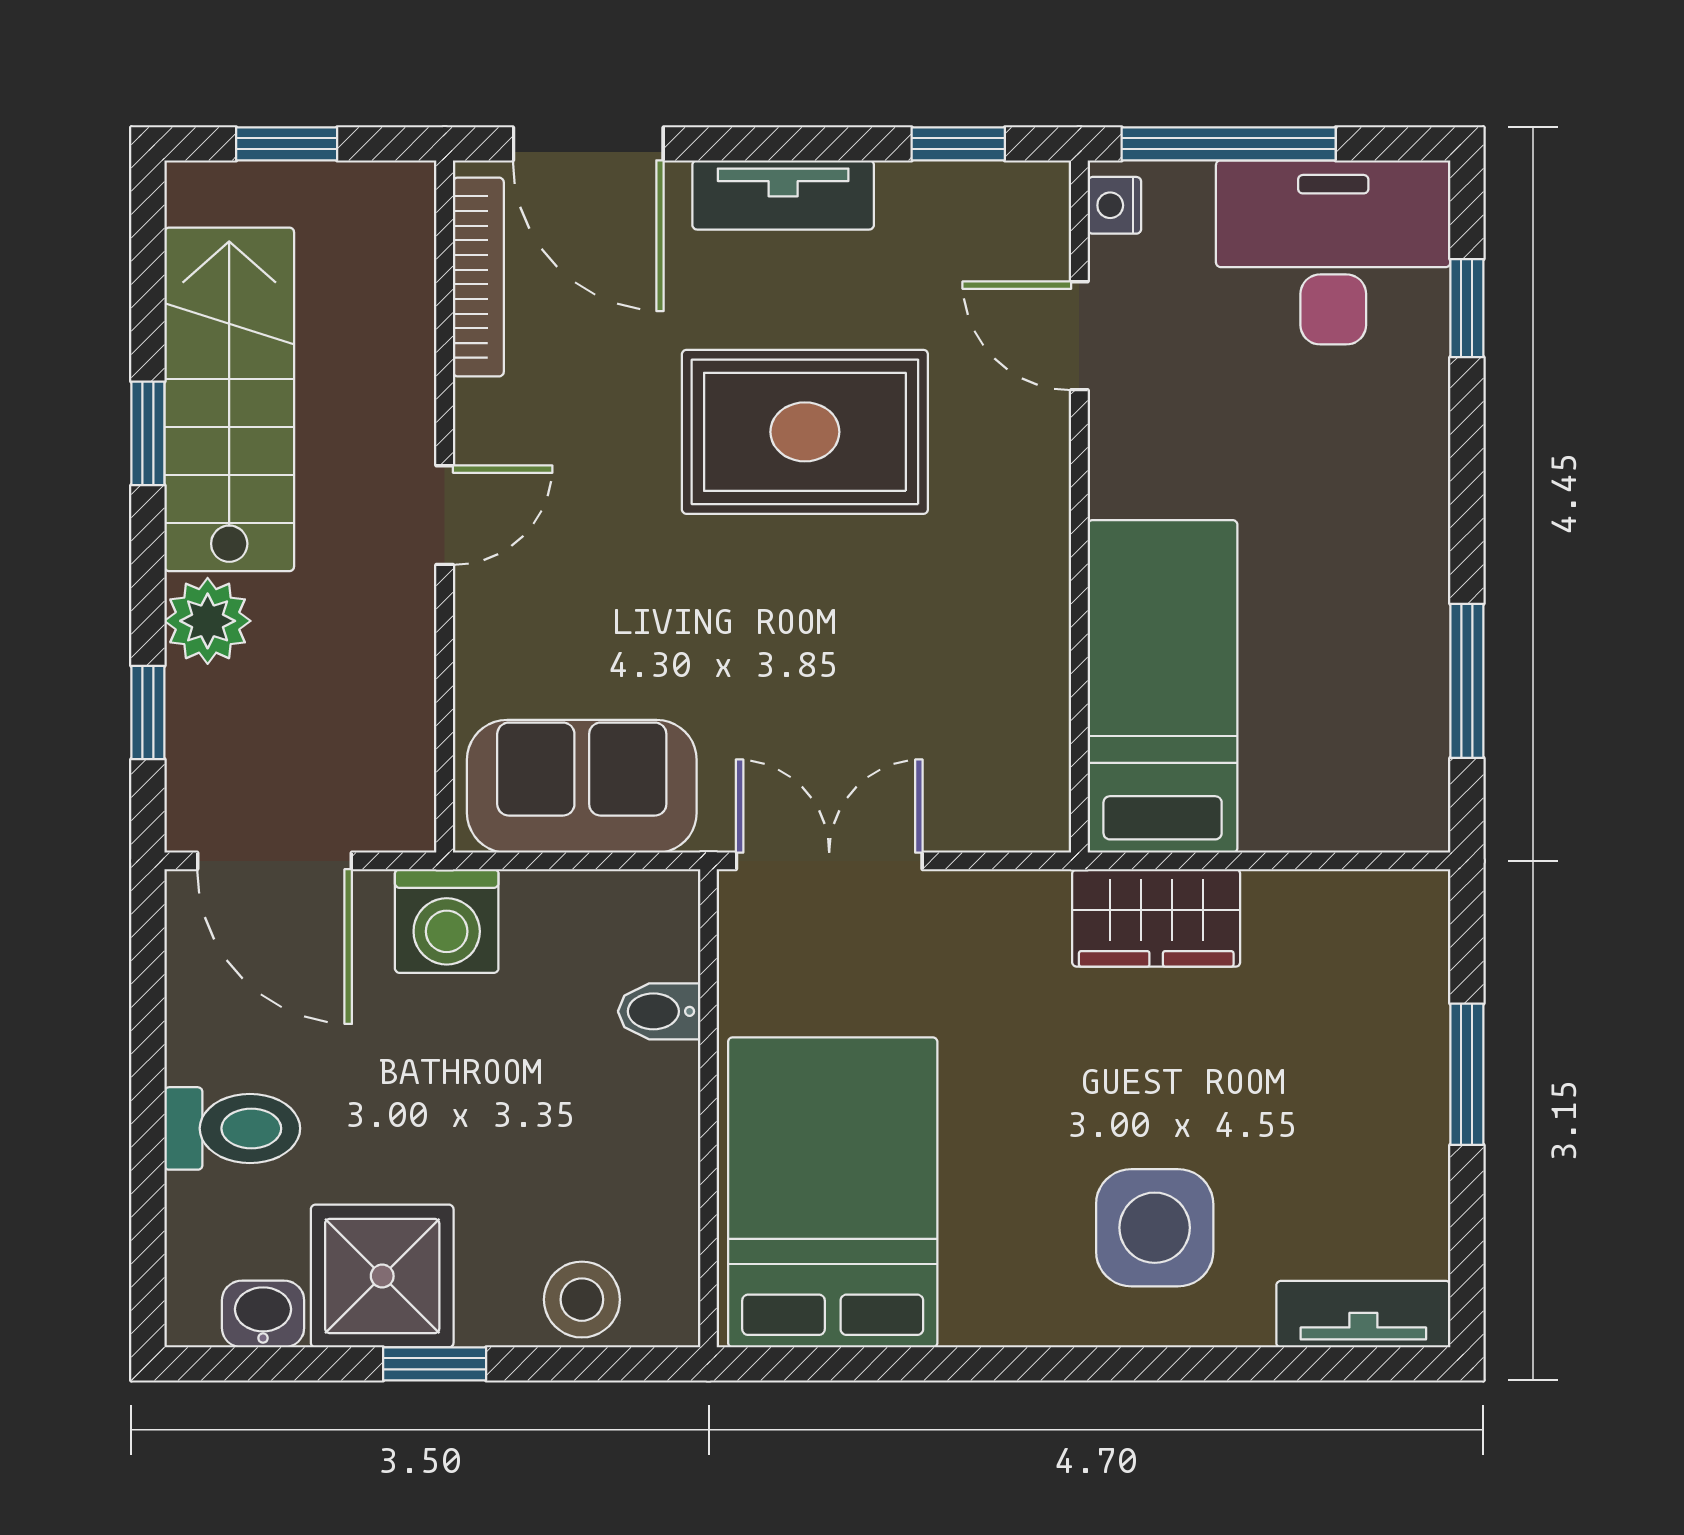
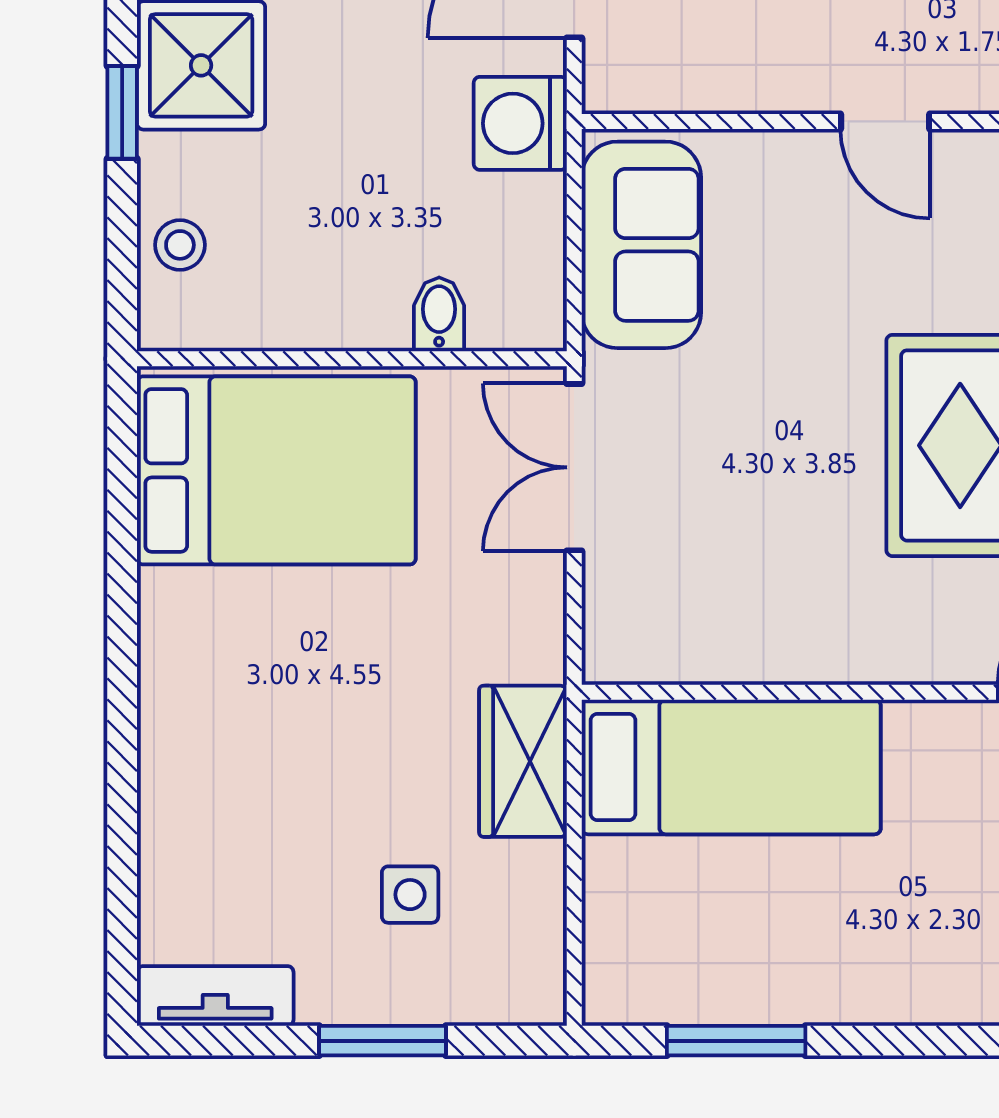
double door: (829, 861) -> (574, 467), swing flipped
side table: (1155, 1228) -> (410, 895), moved, width x0.54, depth x0.54
stool: (582, 1300) -> (180, 245), width x0.73, depth x0.73
tv unit: (1363, 1314) -> (215, 996), moved, turned -90

